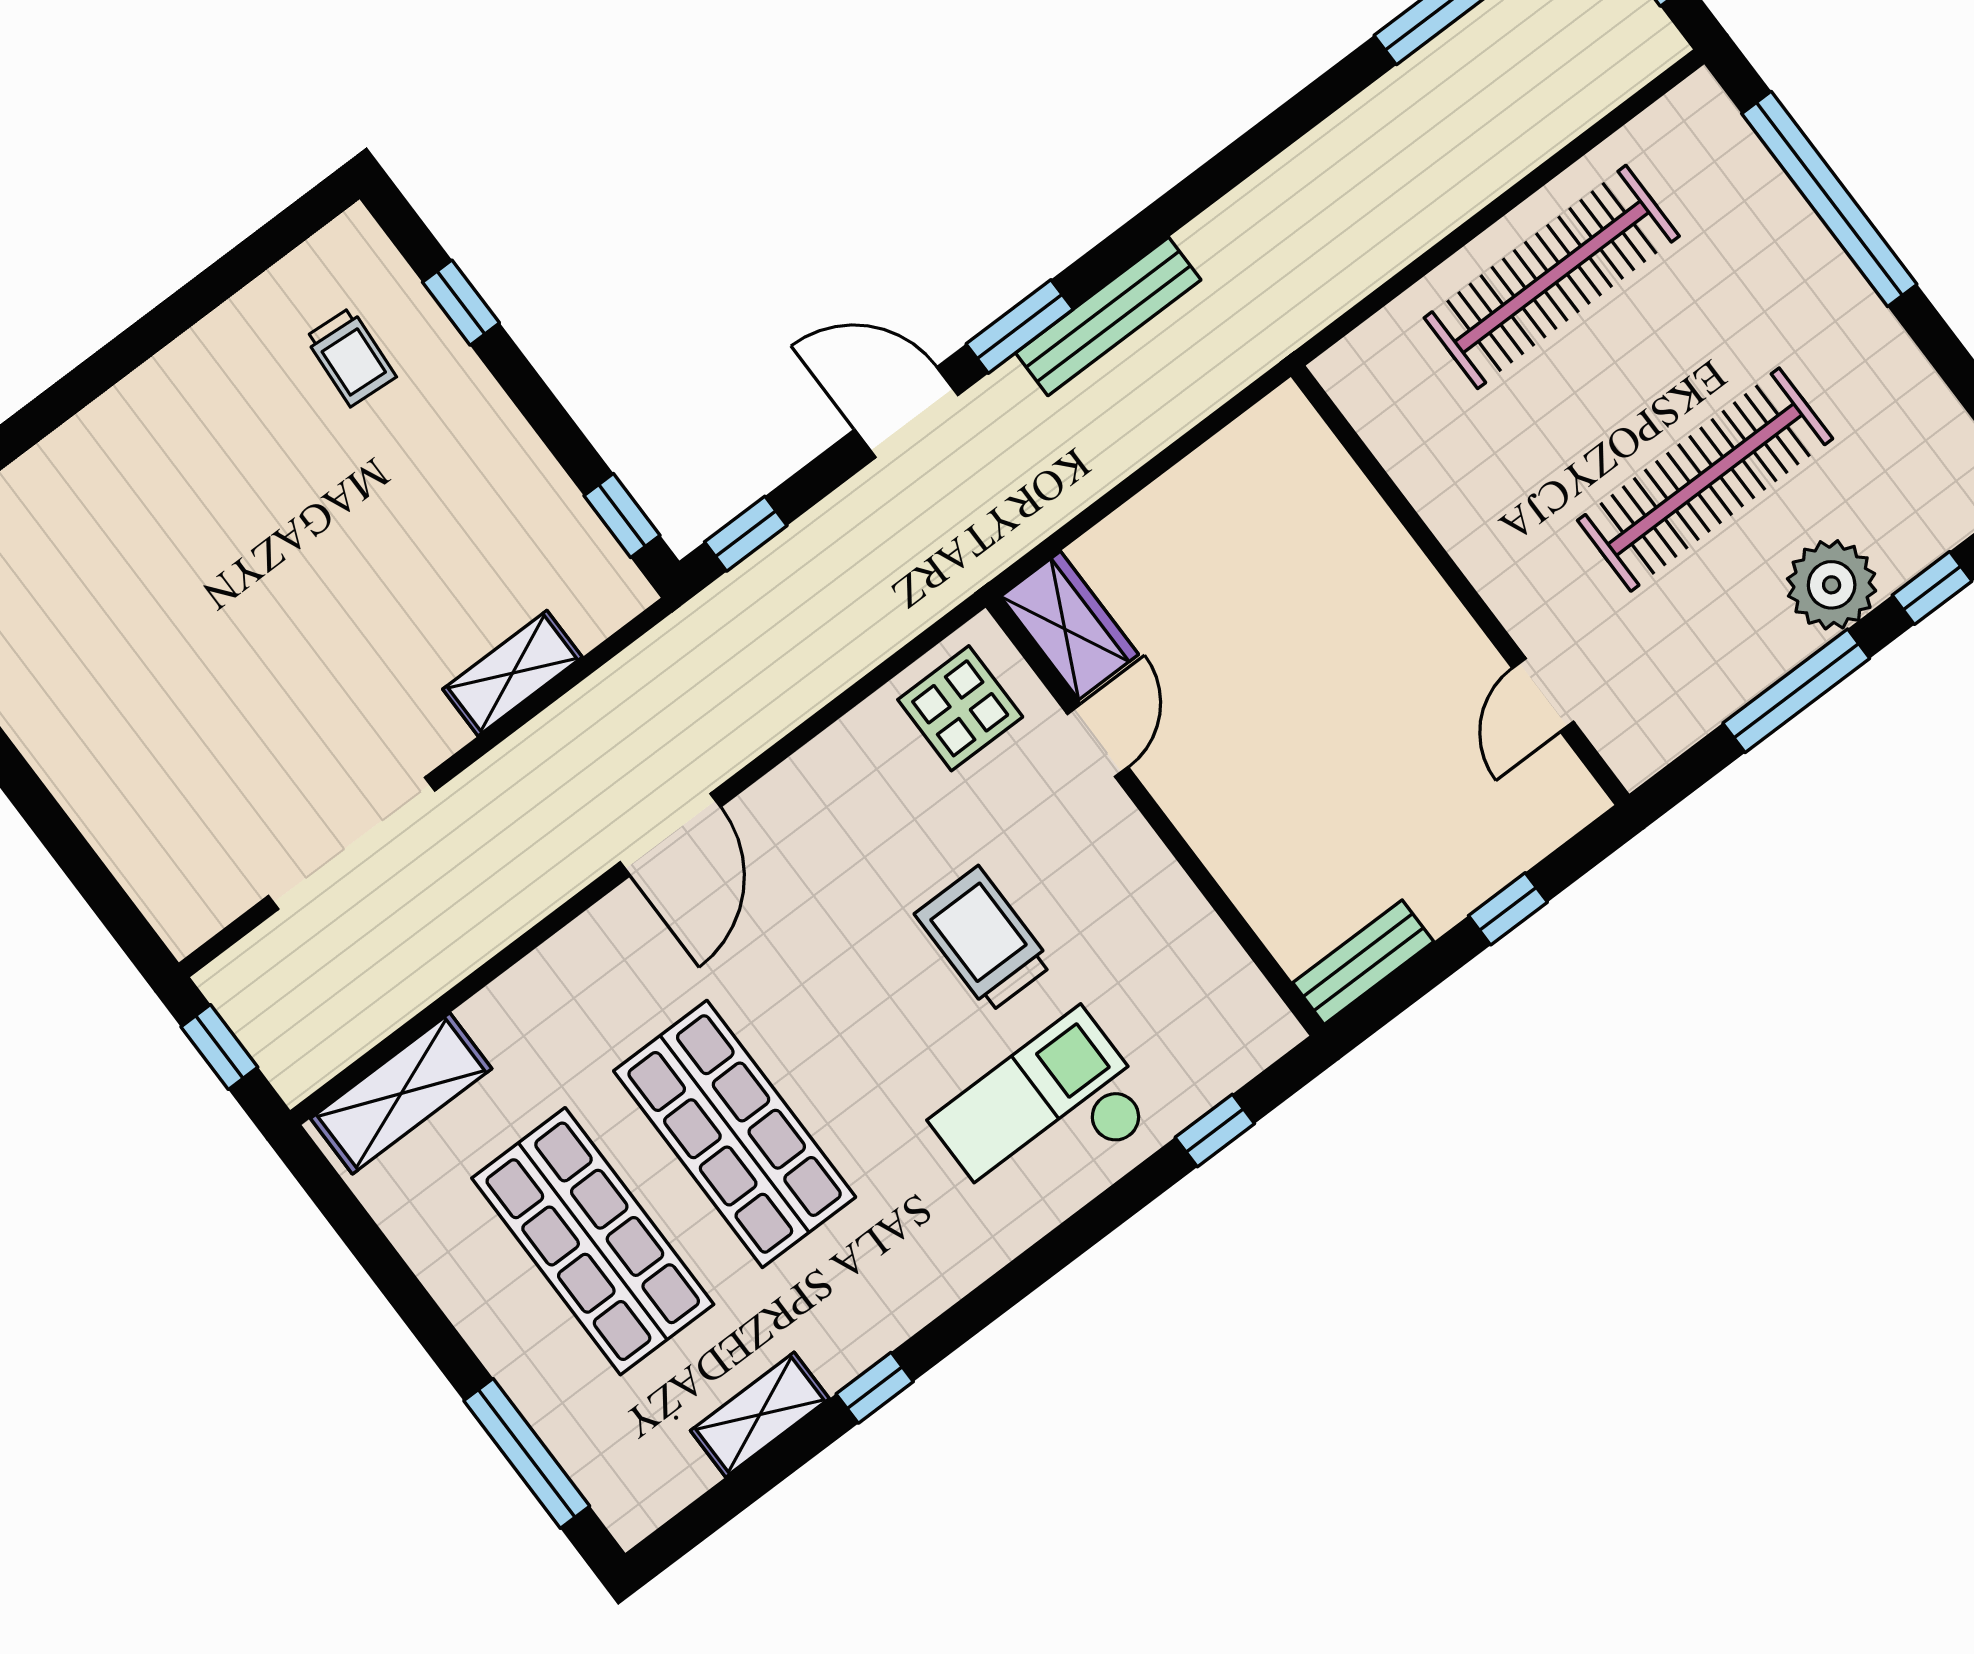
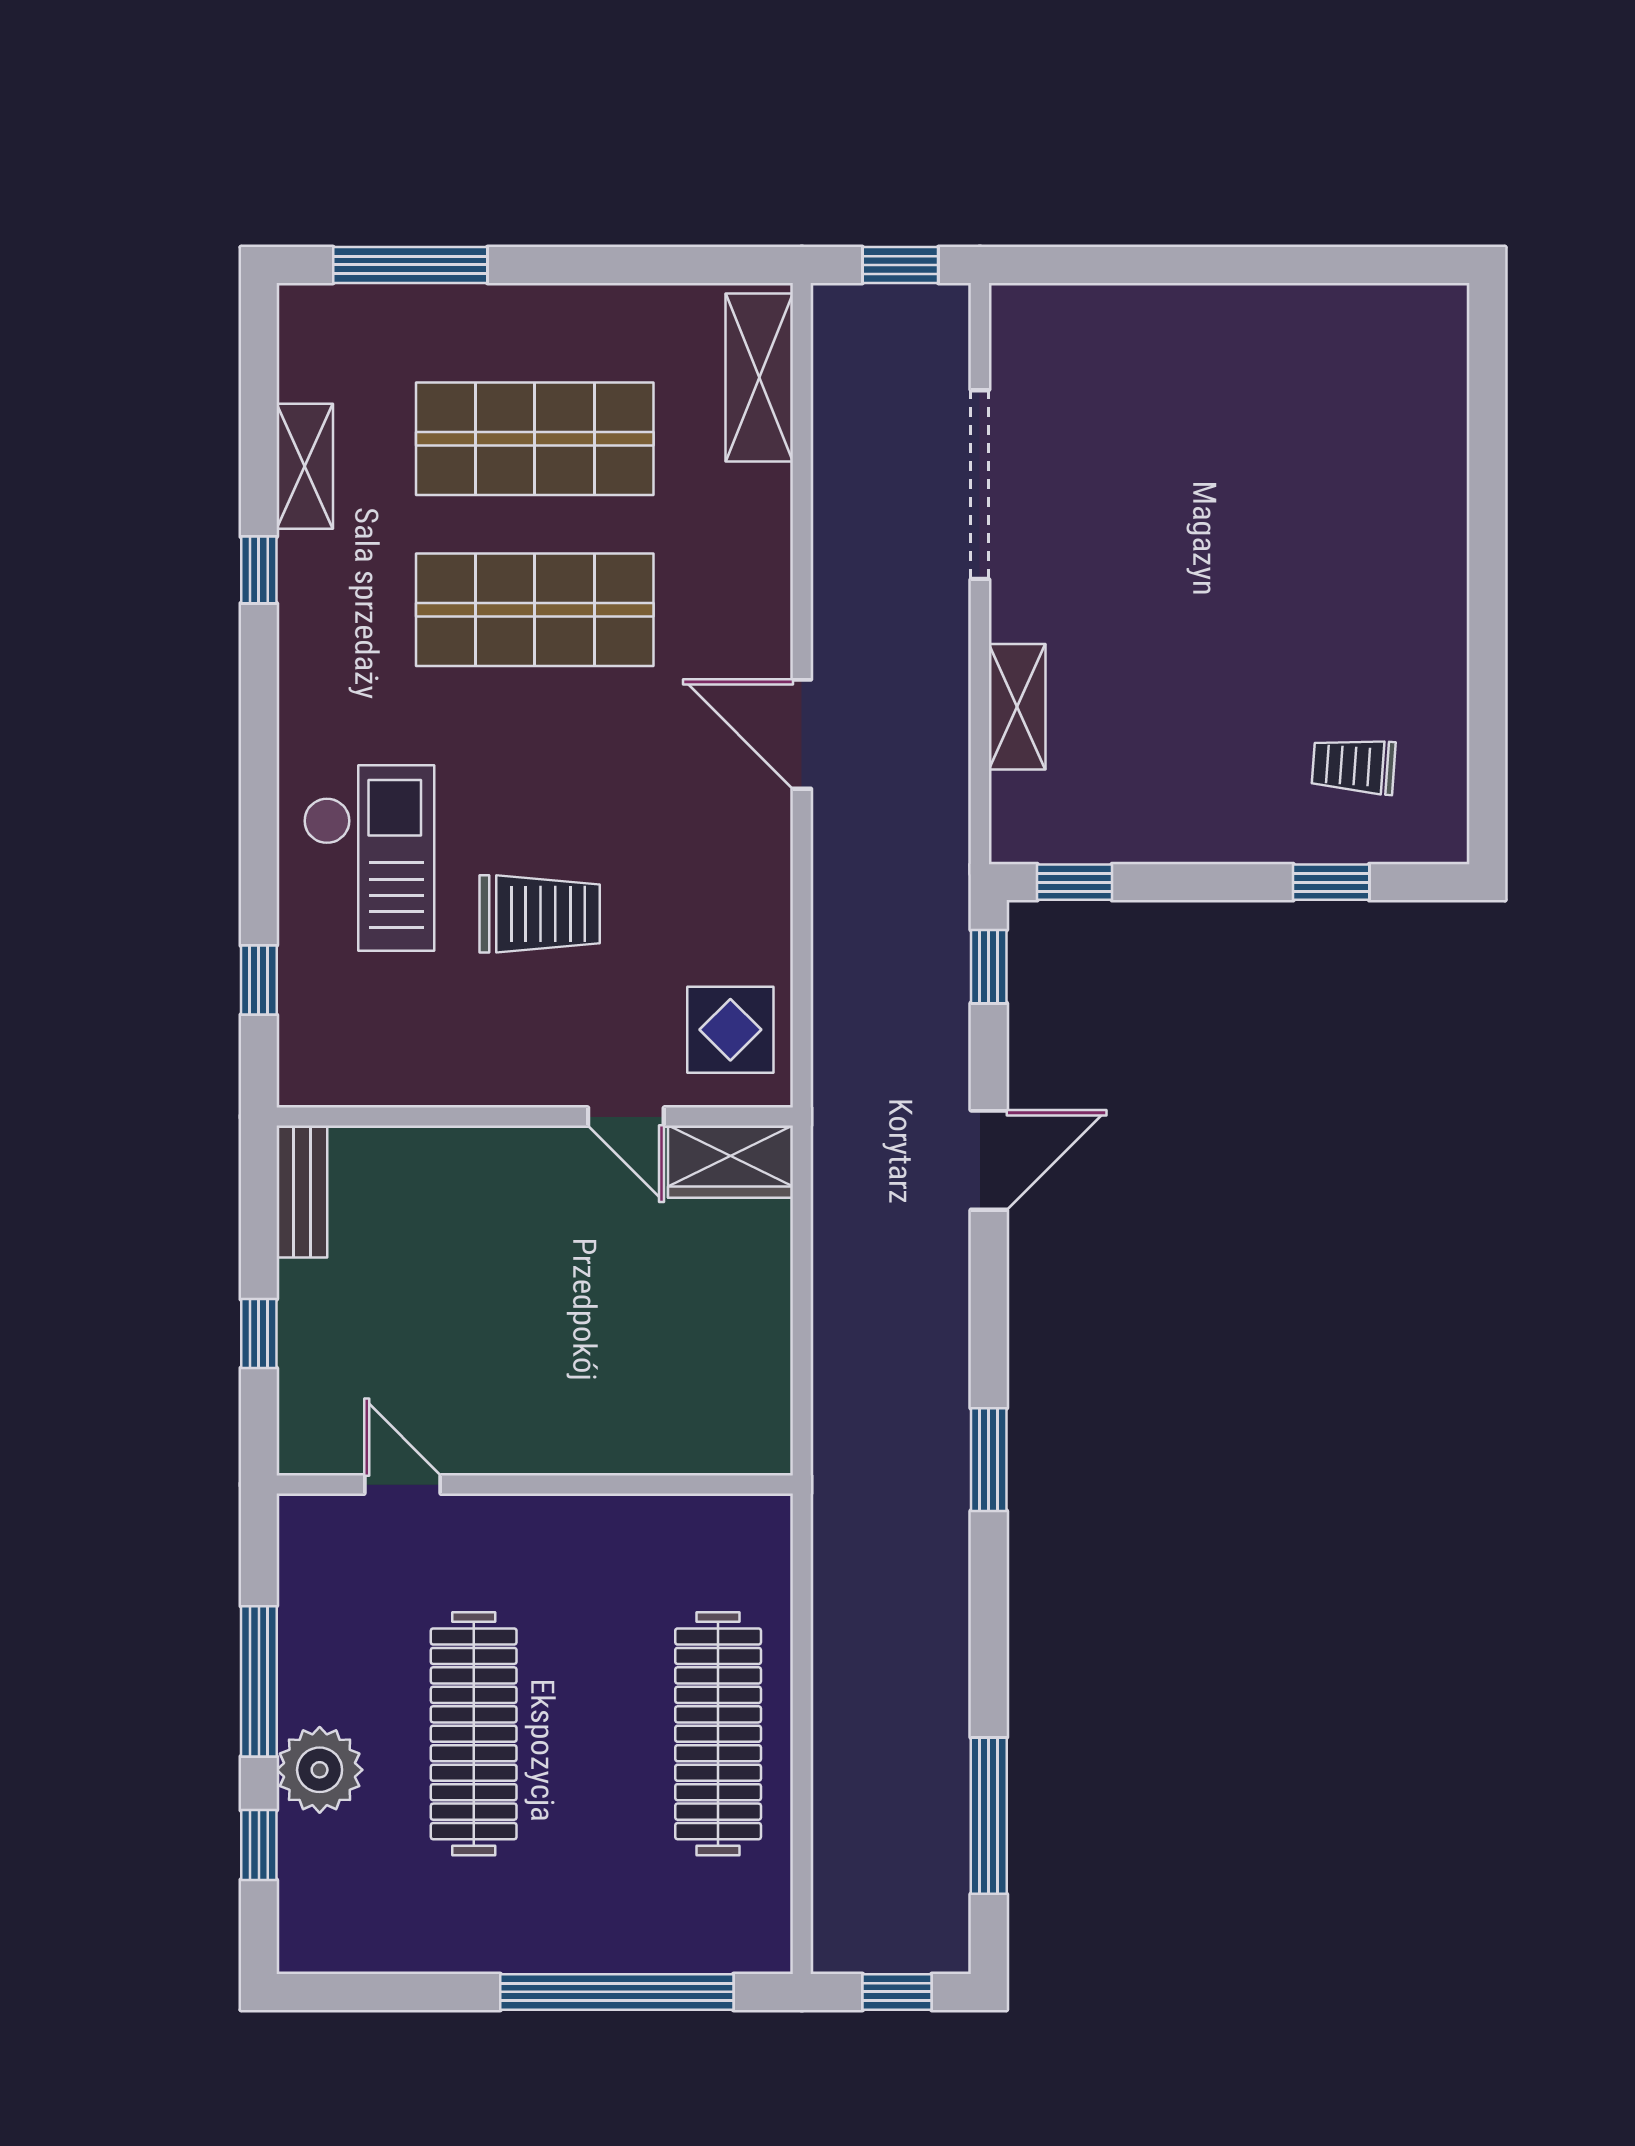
bench: (1108, 316) -> (945, 1371), removed
window: (1020, 327) -> (989, 1460), moved

